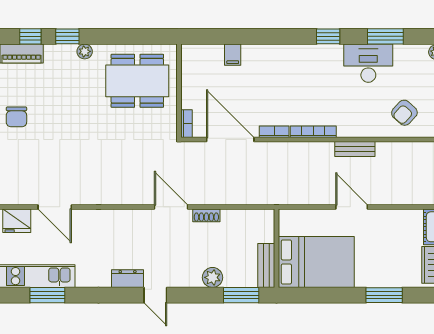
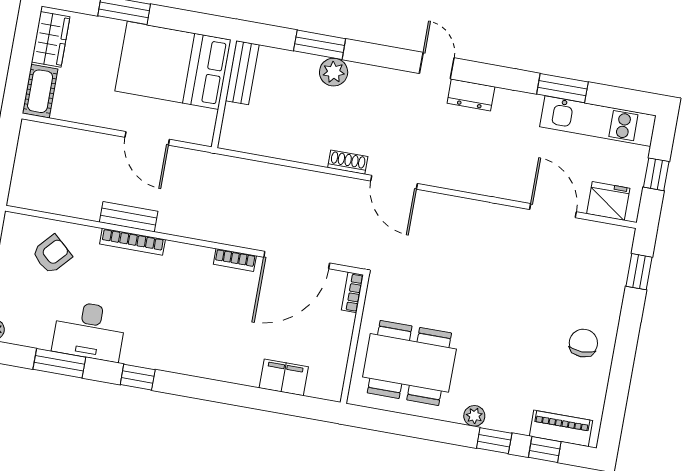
filing cabinet: (233, 55) -> (284, 377), width x2.00
bookcase: (313, 132) -> (132, 242), moved
door: (230, 140) -> (297, 260), hinge flipped
wall: (277, 248) -> (224, 94), moved
bed: (316, 262) -> (173, 65), moved
bench: (266, 265) -> (242, 73), moved
plant: (212, 277) -> (334, 72), moved
window: (47, 295) -> (562, 88), moved

